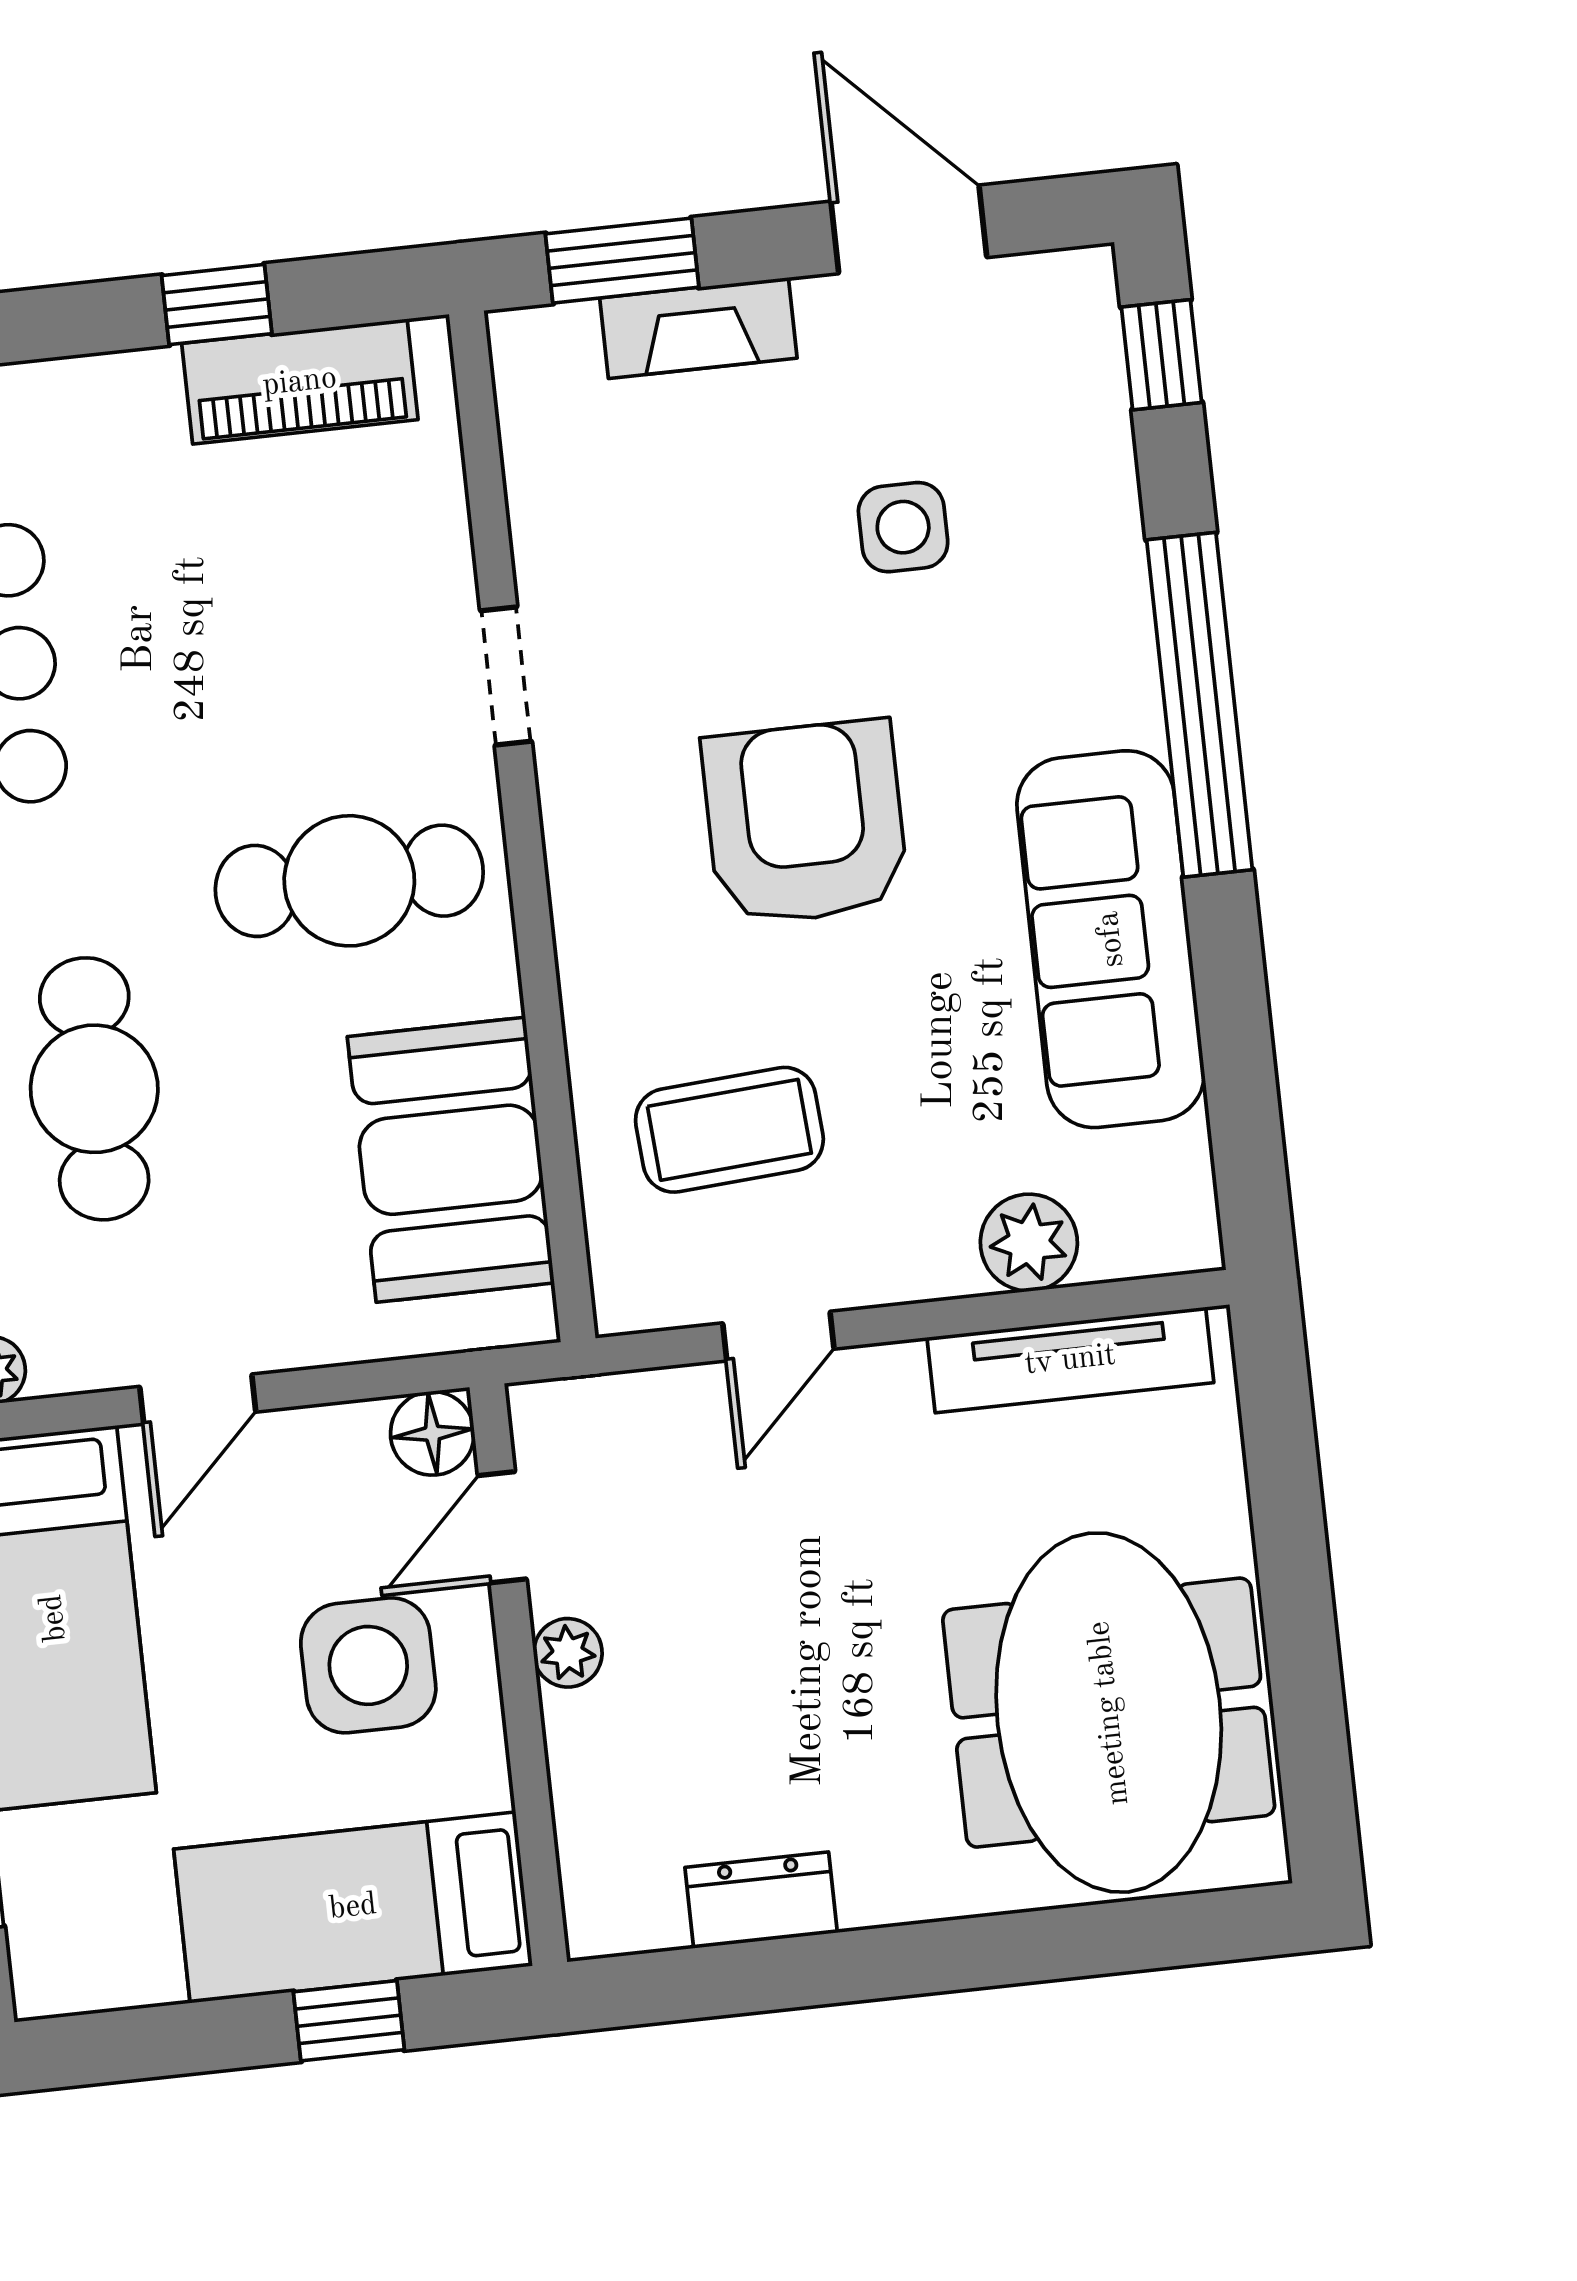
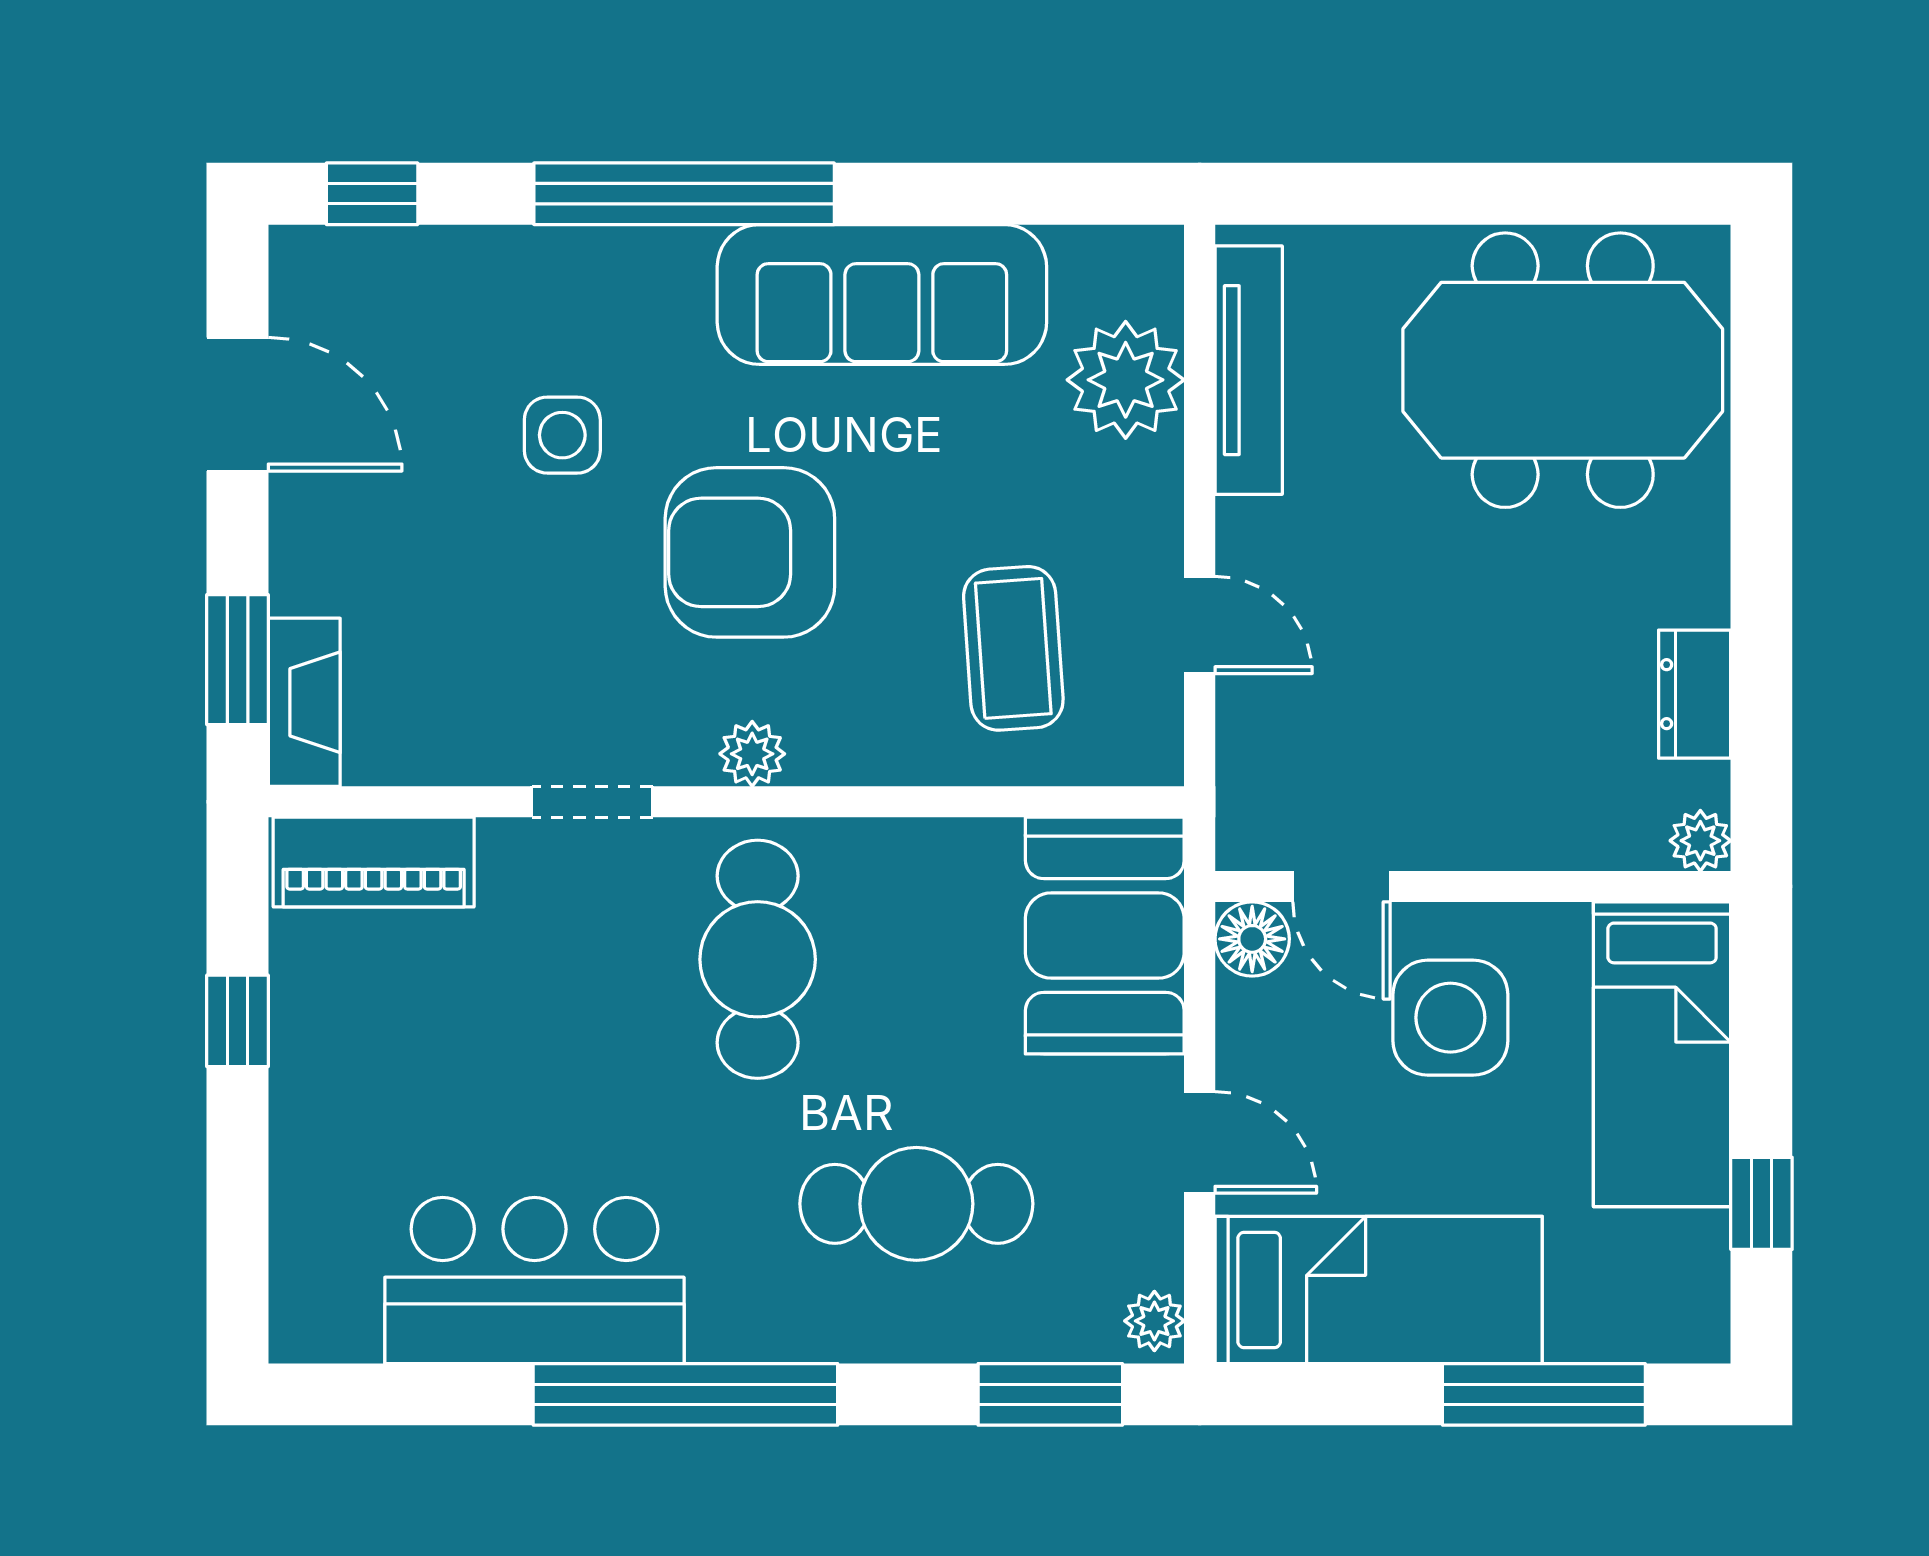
door: (909, 229) -> (238, 404), swing flipped
fireplace: (698, 328) -> (304, 702), moved
piano: (300, 382) -> (374, 862), moved, turned 90
side table: (903, 527) -> (562, 435), moved
plant: (579, 850) -> (752, 754), added
booth: (451, 1160) -> (1105, 936), moved, turned 90
plant: (1029, 1243) -> (1126, 380), width x1.36, depth x1.36
plant: (568, 1653) -> (1700, 841), moved
window: (349, 2021) -> (1761, 1203), moved

